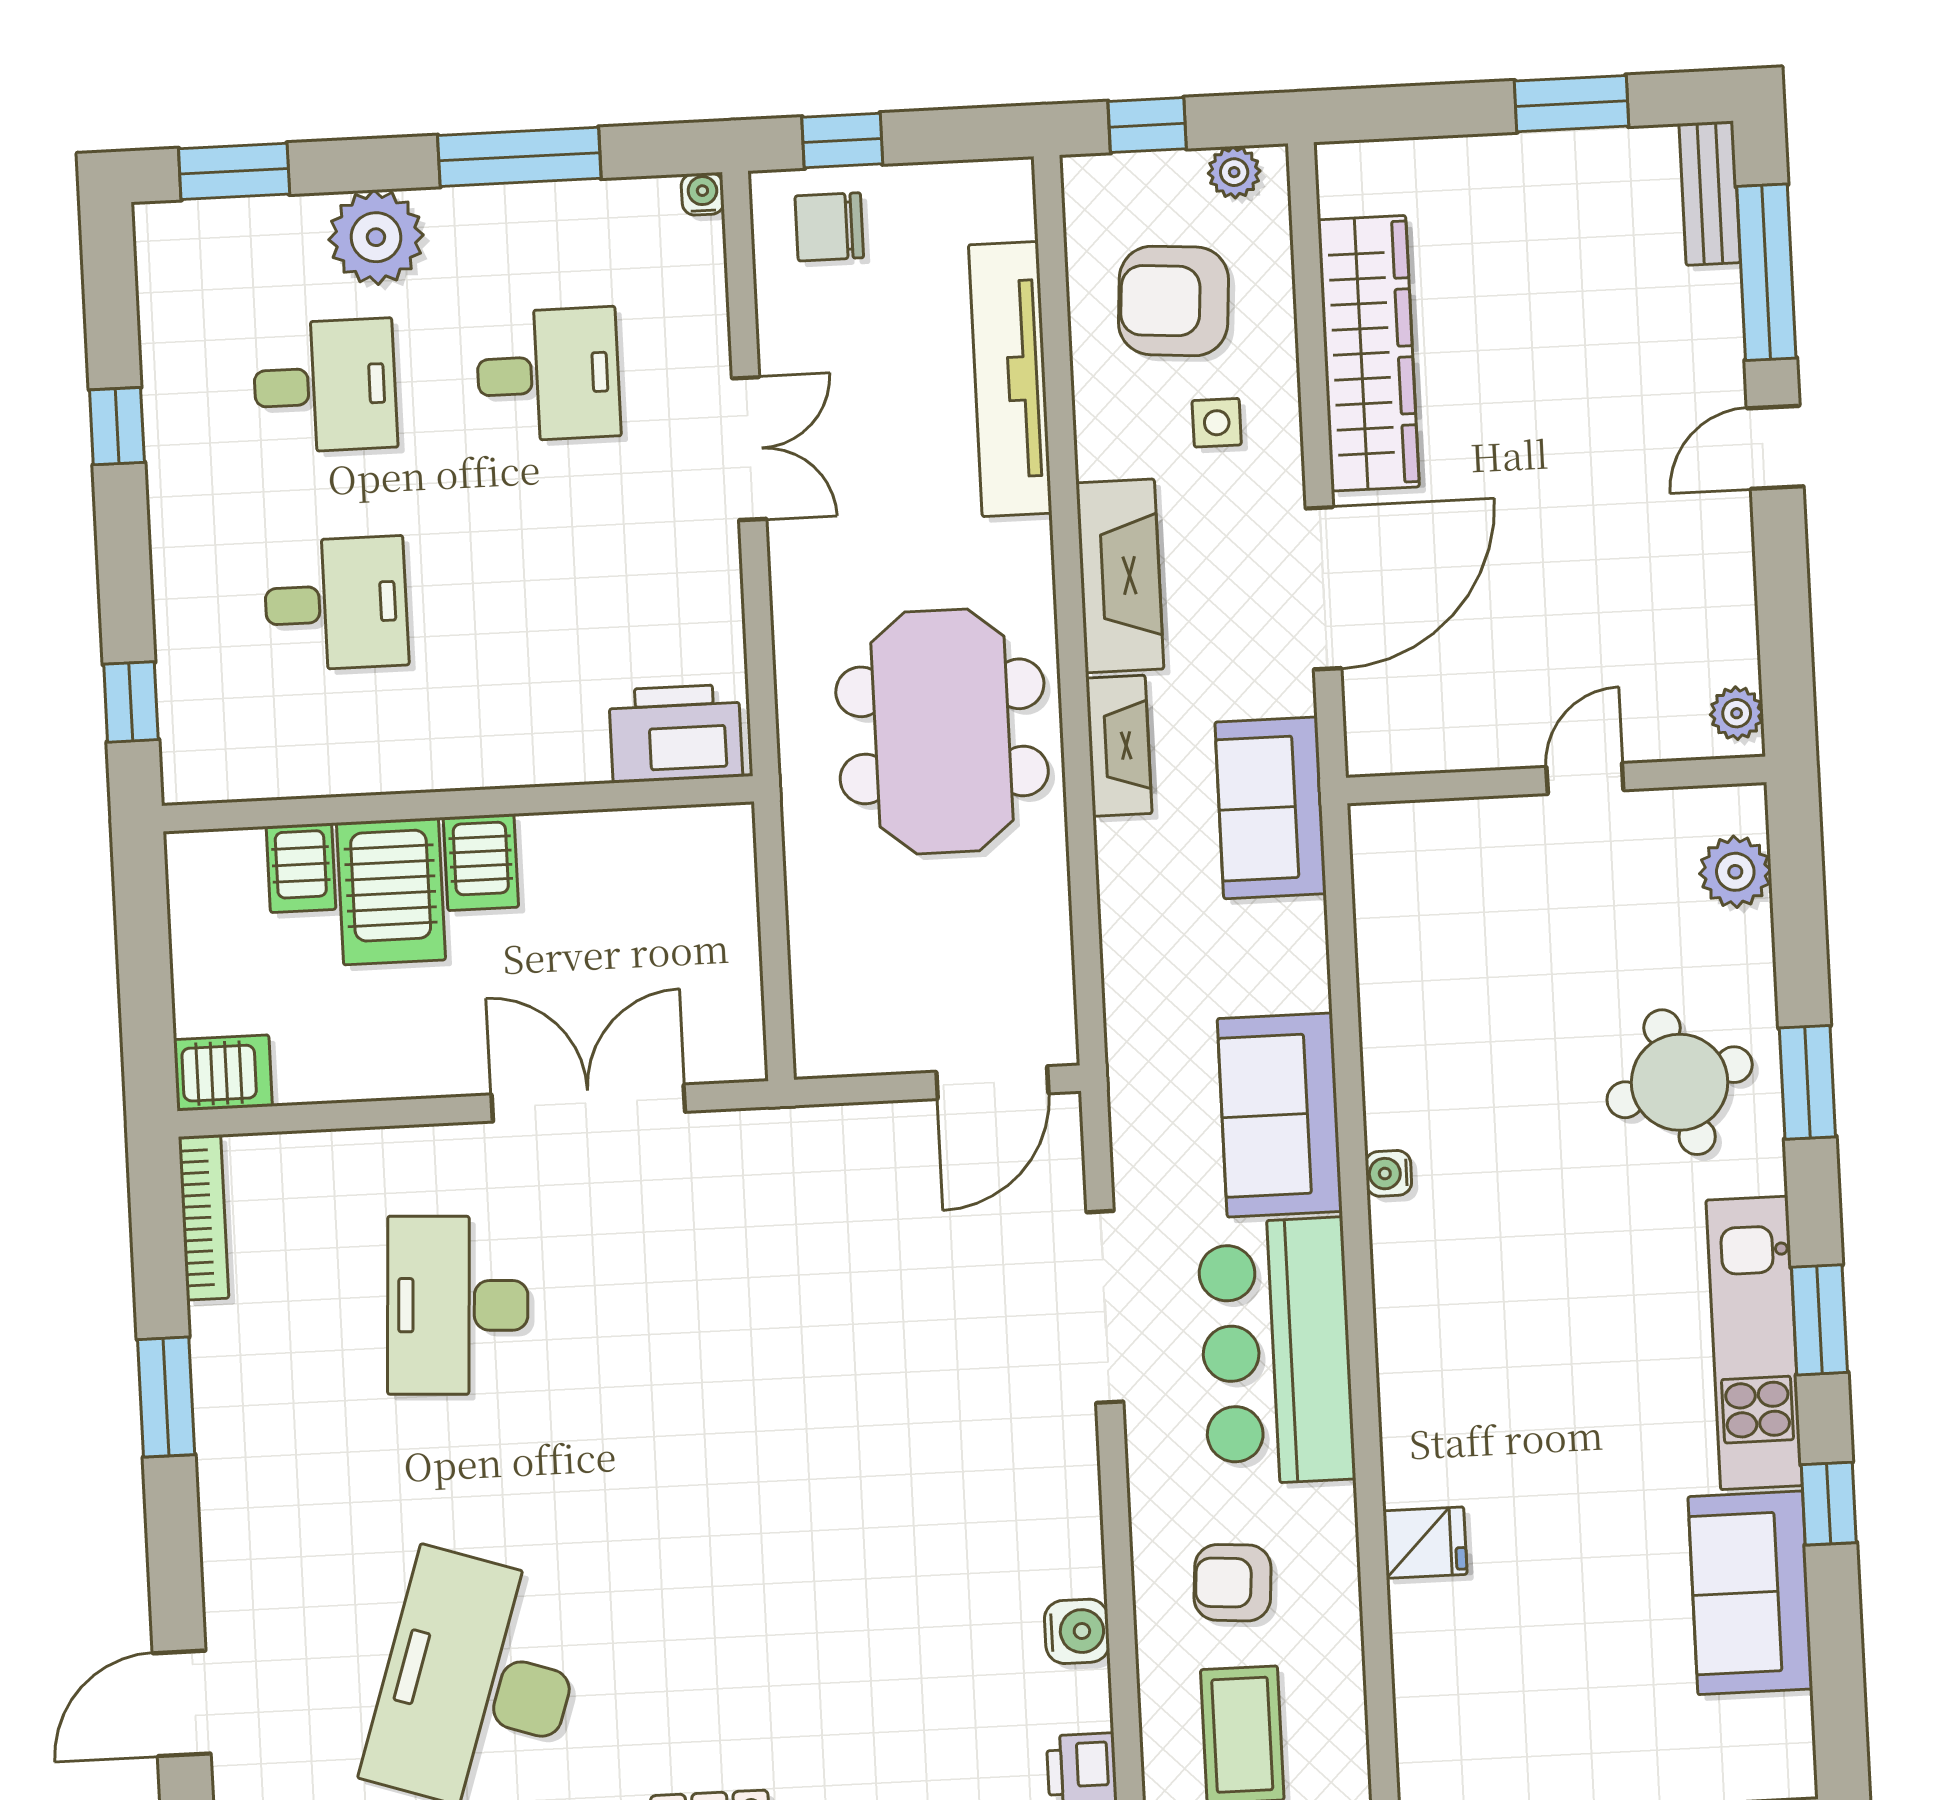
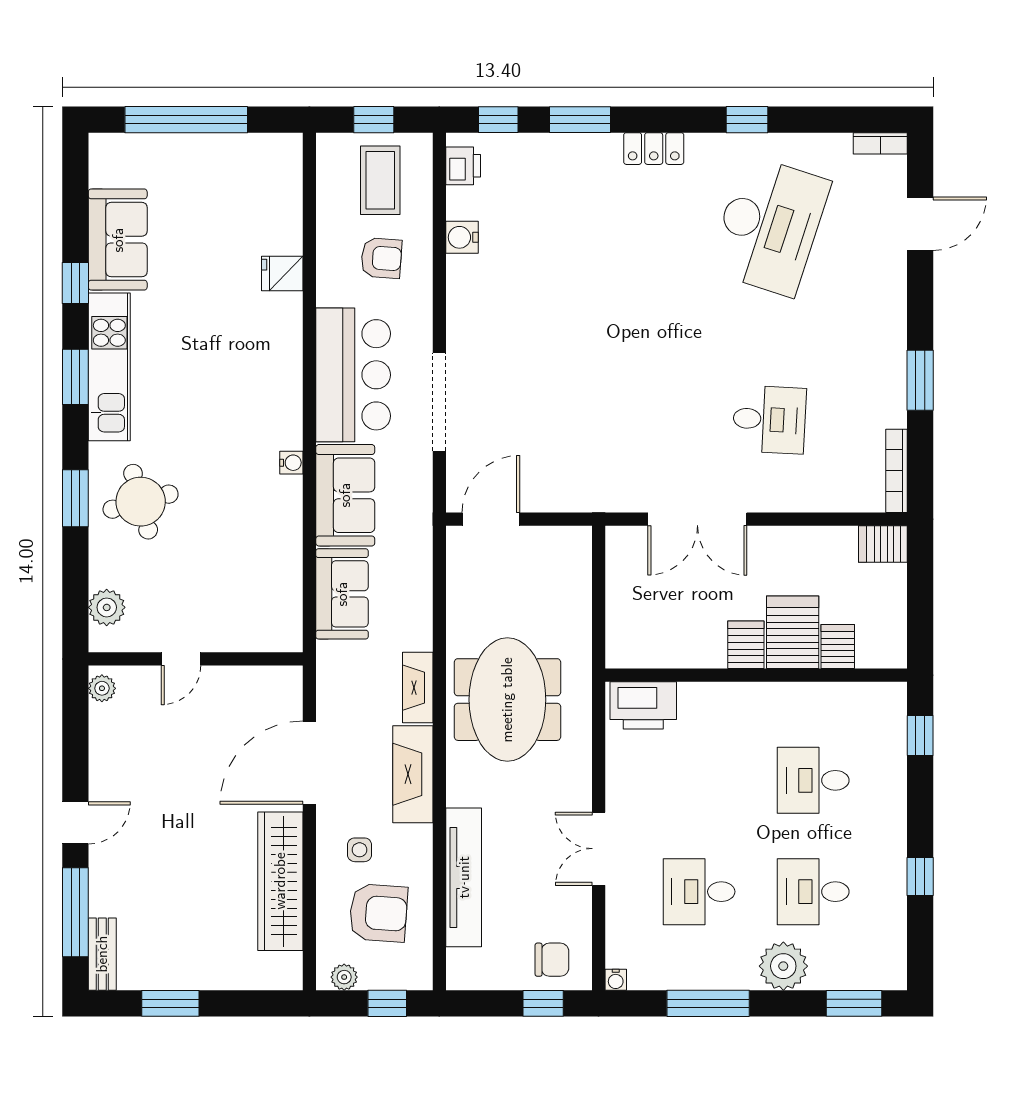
sofa: (1271, 808) -> (342, 594), moved
desk: (458, 1305) -> (769, 419), width x0.73

